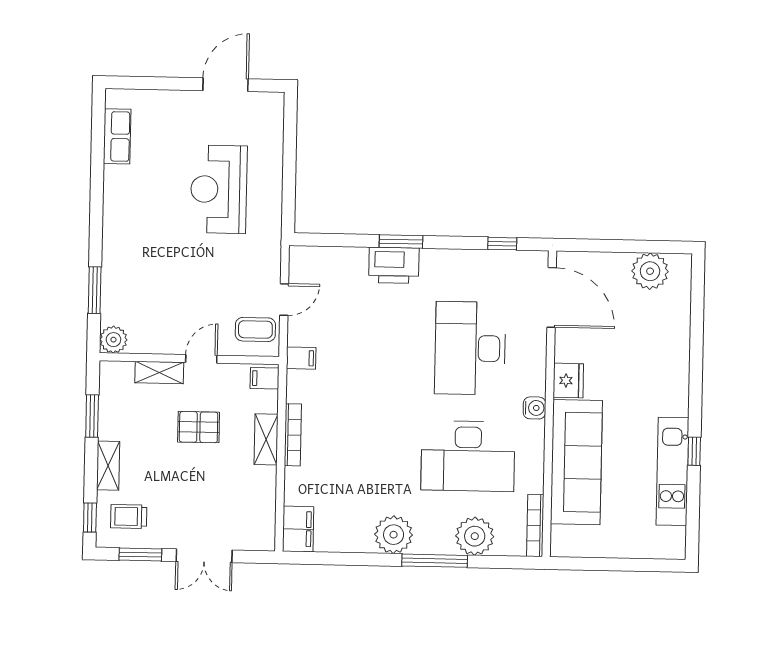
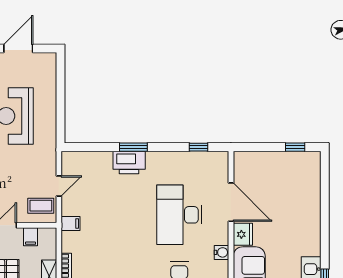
window: (652, 247) -> (295, 147), added
plant: (650, 271) -> (294, 163), removed
door: (552, 297) -> (231, 202), moved
filing cabinet: (265, 378) -> (31, 237), moved, turned -90

